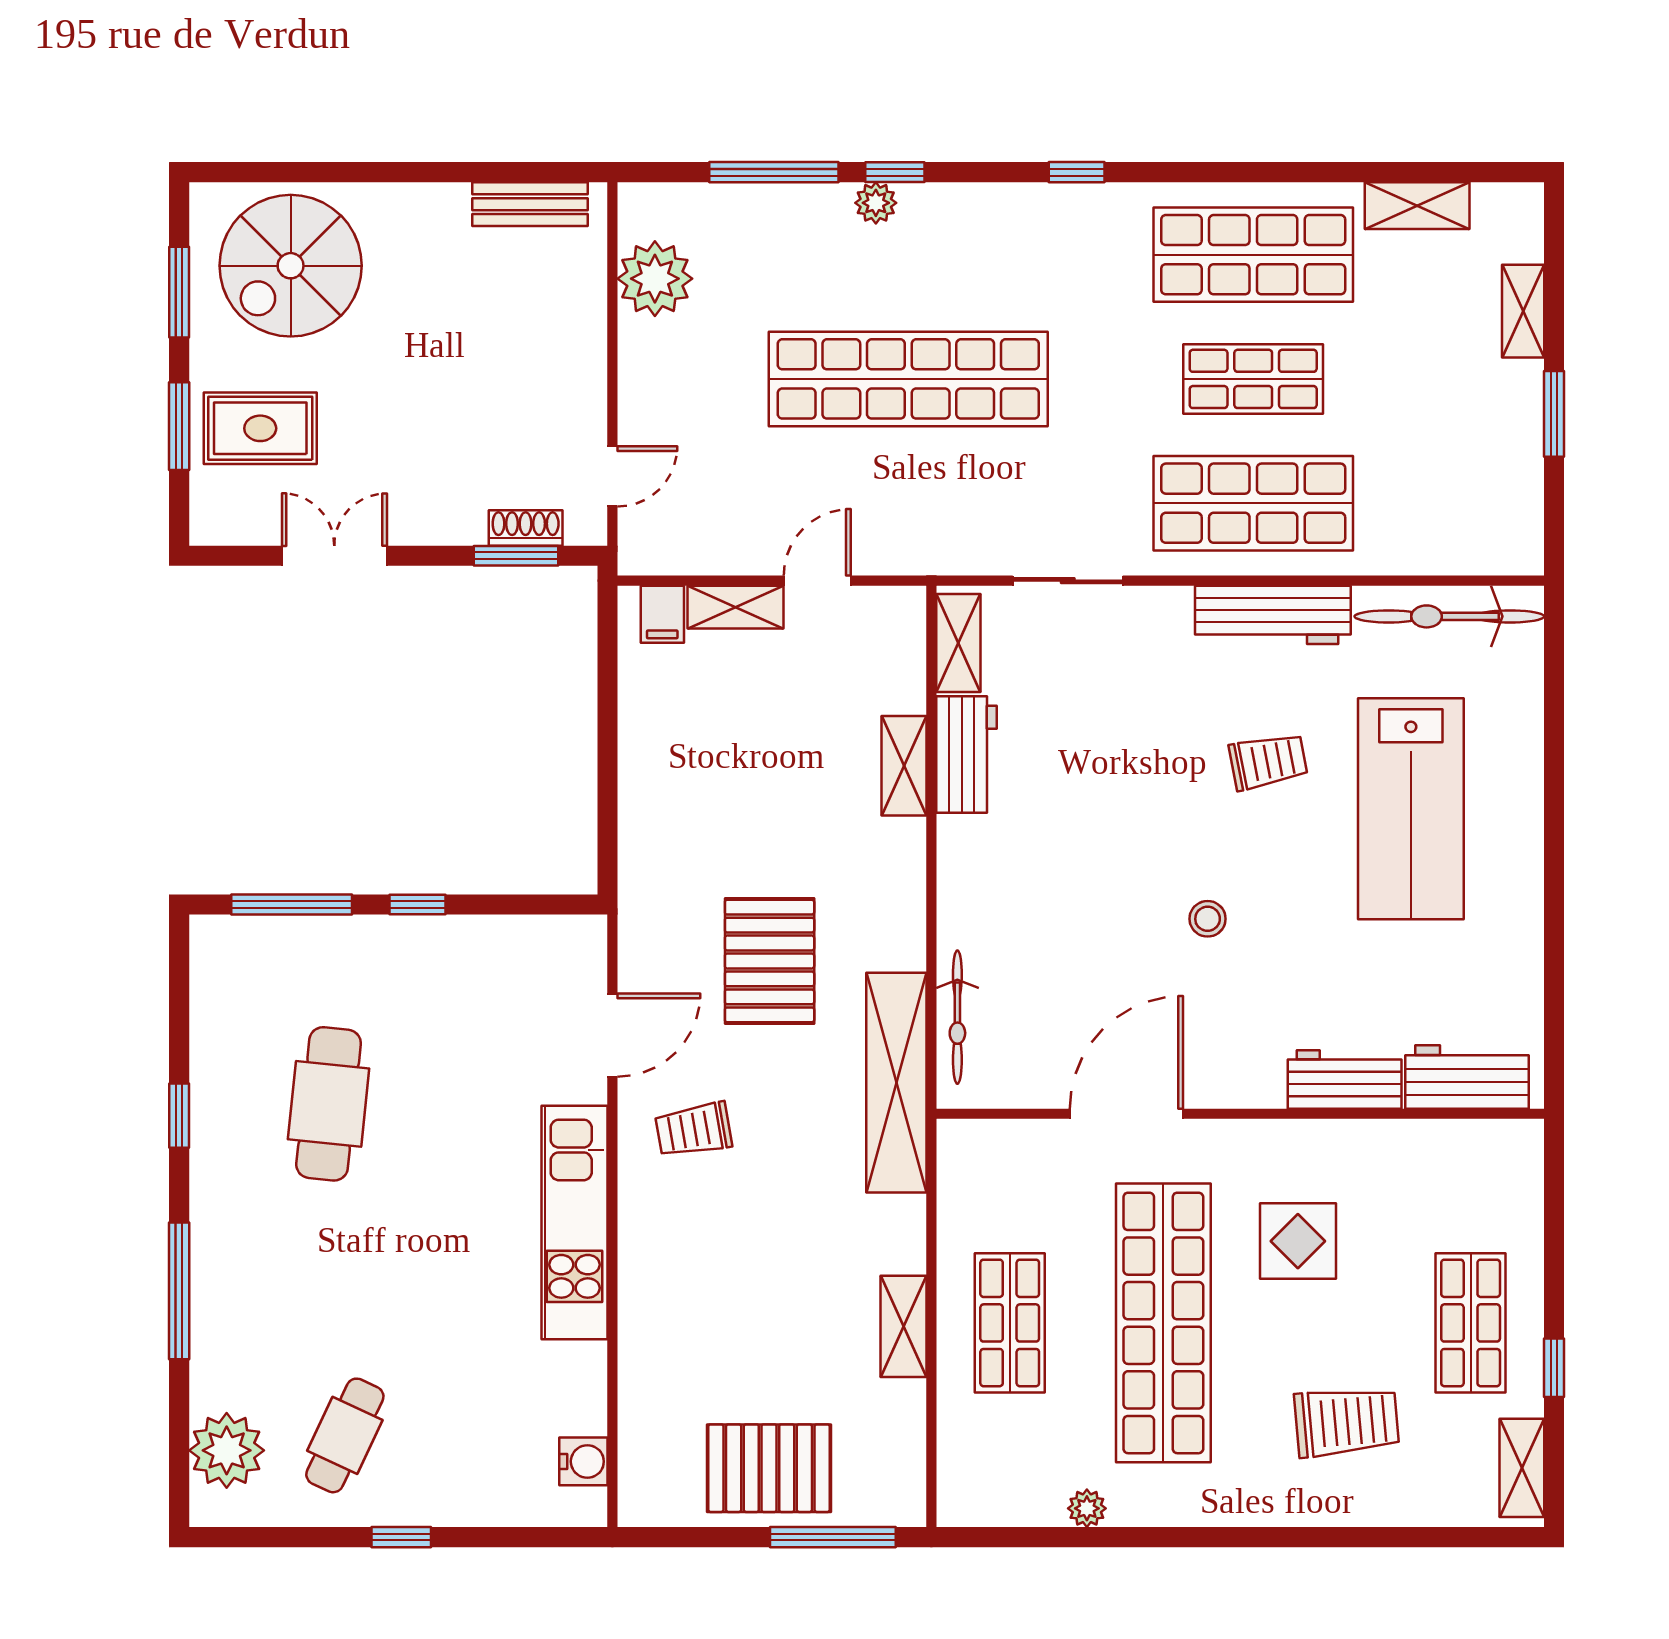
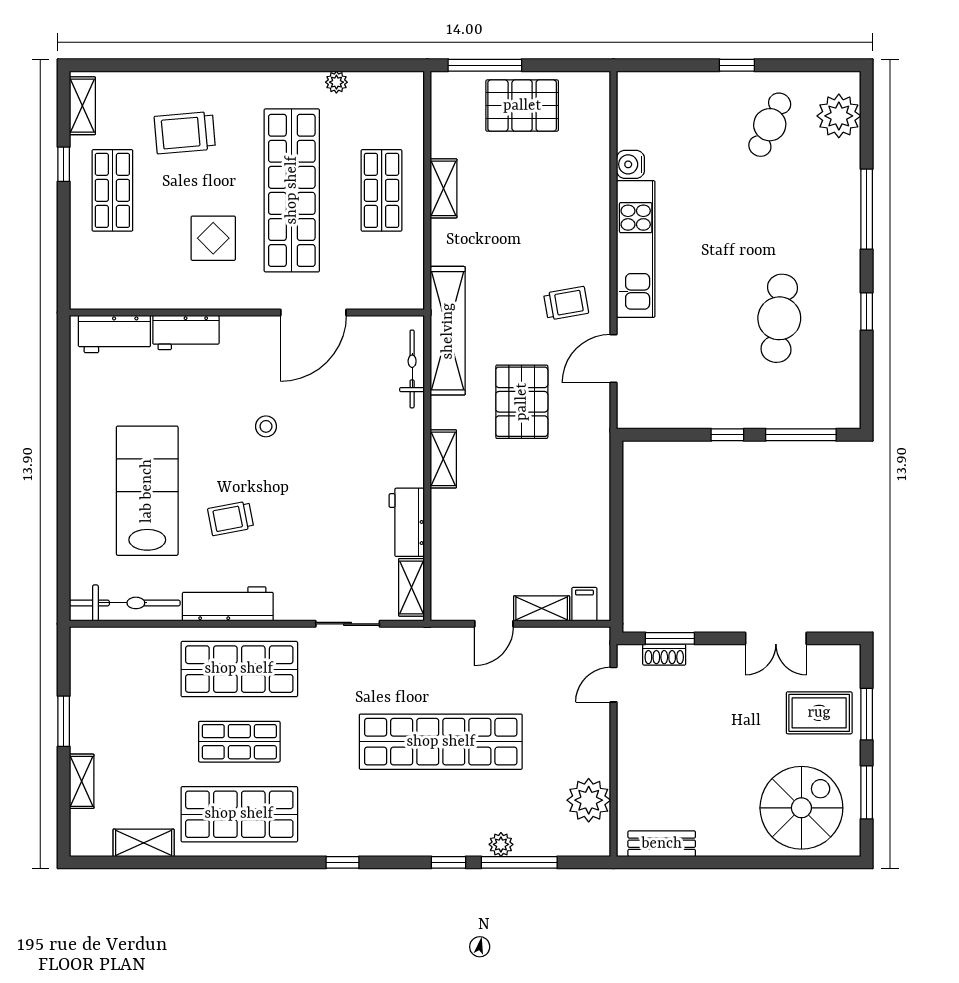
plant: (876, 203) -> (501, 844), moved
shelving: (904, 766) -> (443, 459), moved
water cooler: (583, 1461) -> (630, 164), moved

